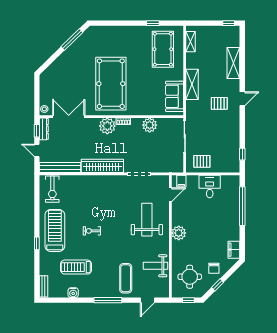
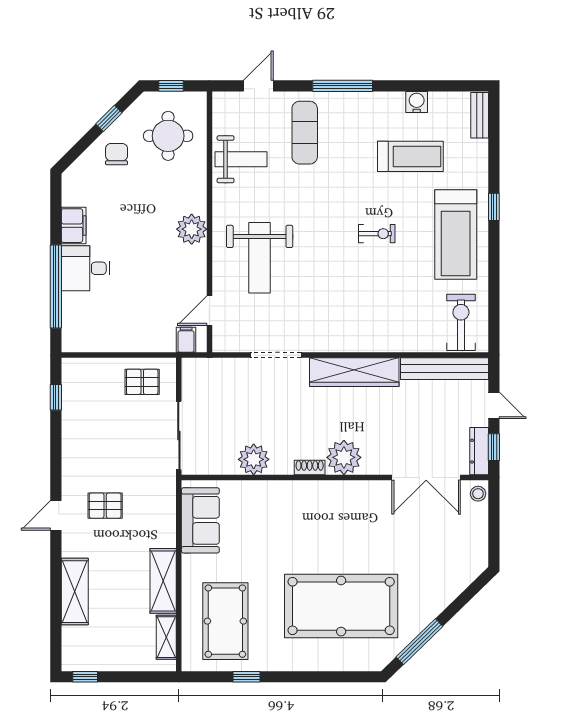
pool table: (111, 84) -> (341, 606), moved, turned 90
shelving: (192, 84) -> (163, 581), moved
desk: (210, 187) -> (86, 268), moved, turned 90
filing cabinet: (234, 250) -> (74, 226), moved

